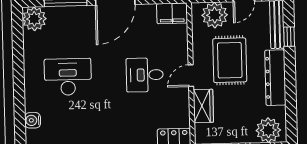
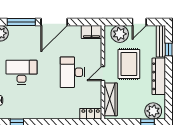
desk: (145, 75) -> (72, 72), width x1.37
wardrobe: (203, 106) -> (111, 99), width x1.50

